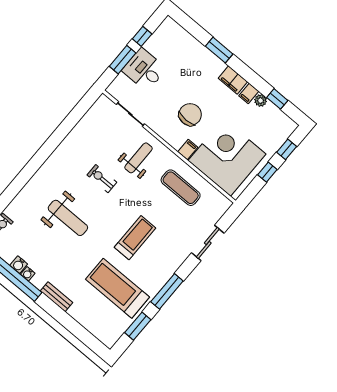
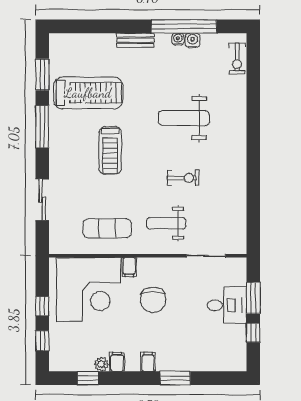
filing cabinet: (233, 80) -> (148, 362), width x0.50
weight bench: (139, 158) -> (166, 223), turned 90

